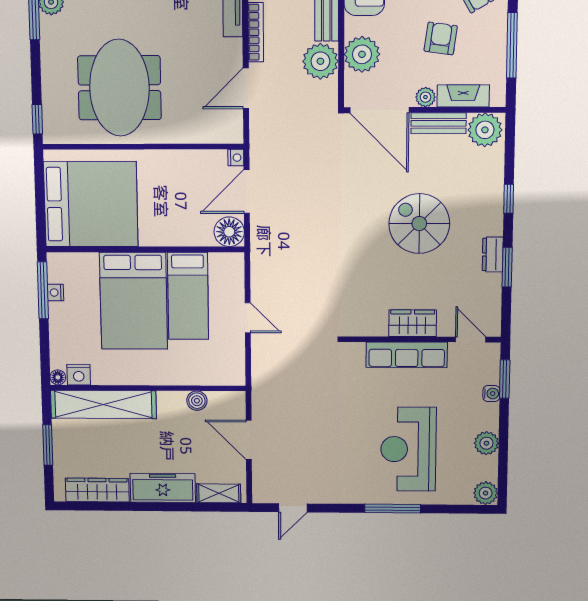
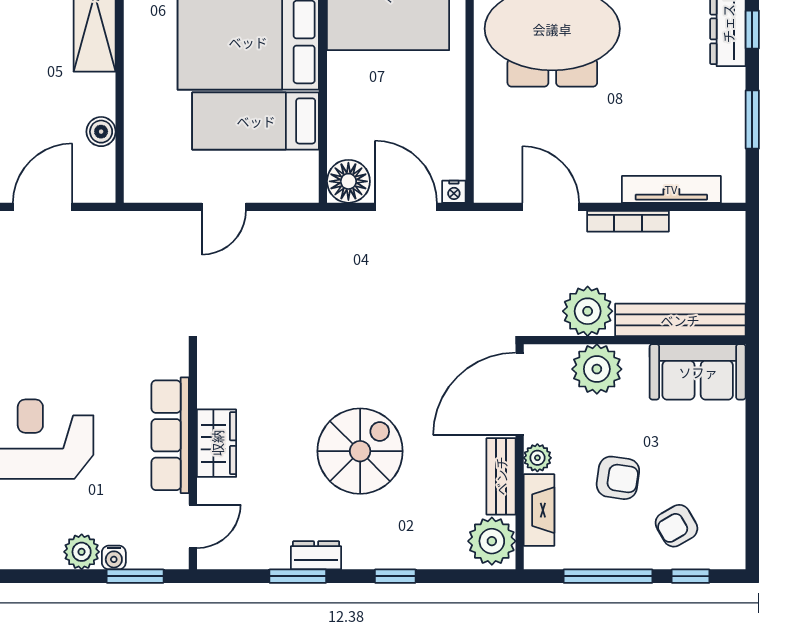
plant: (486, 443) -> (82, 552), moved

